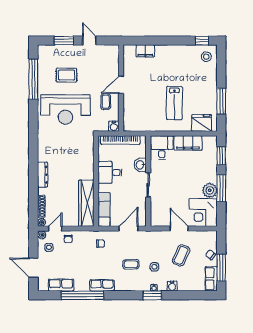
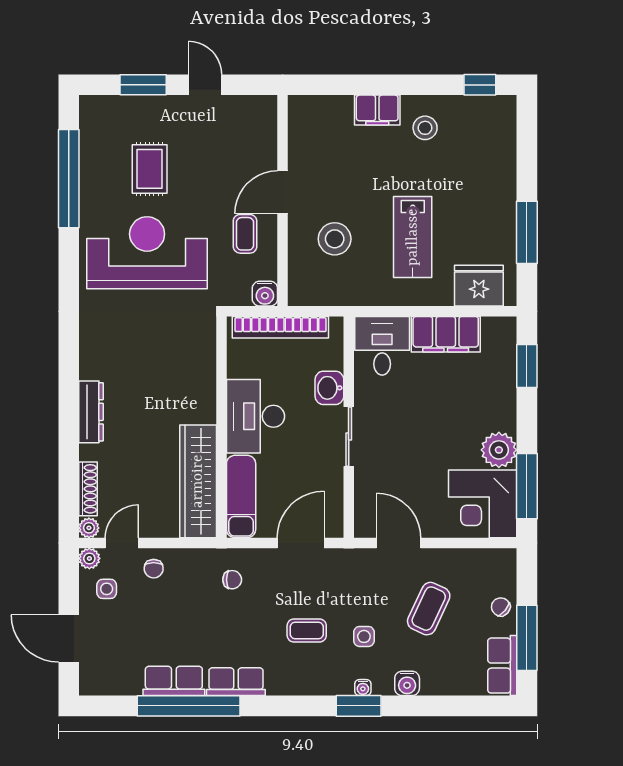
filing cabinet: (145, 51) -> (377, 110), moved
stool: (206, 57) -> (425, 128), moved
rug: (66, 75) -> (150, 169), turned 90
stool: (142, 104) -> (335, 239), added
reception desk: (65, 109) -> (147, 253), turned 180
desk: (110, 172) -> (255, 416), width x1.37
window: (221, 188) -> (527, 486), moved
door: (179, 228) -> (399, 543), moved
row of seats: (61, 285) -> (174, 681), moved

